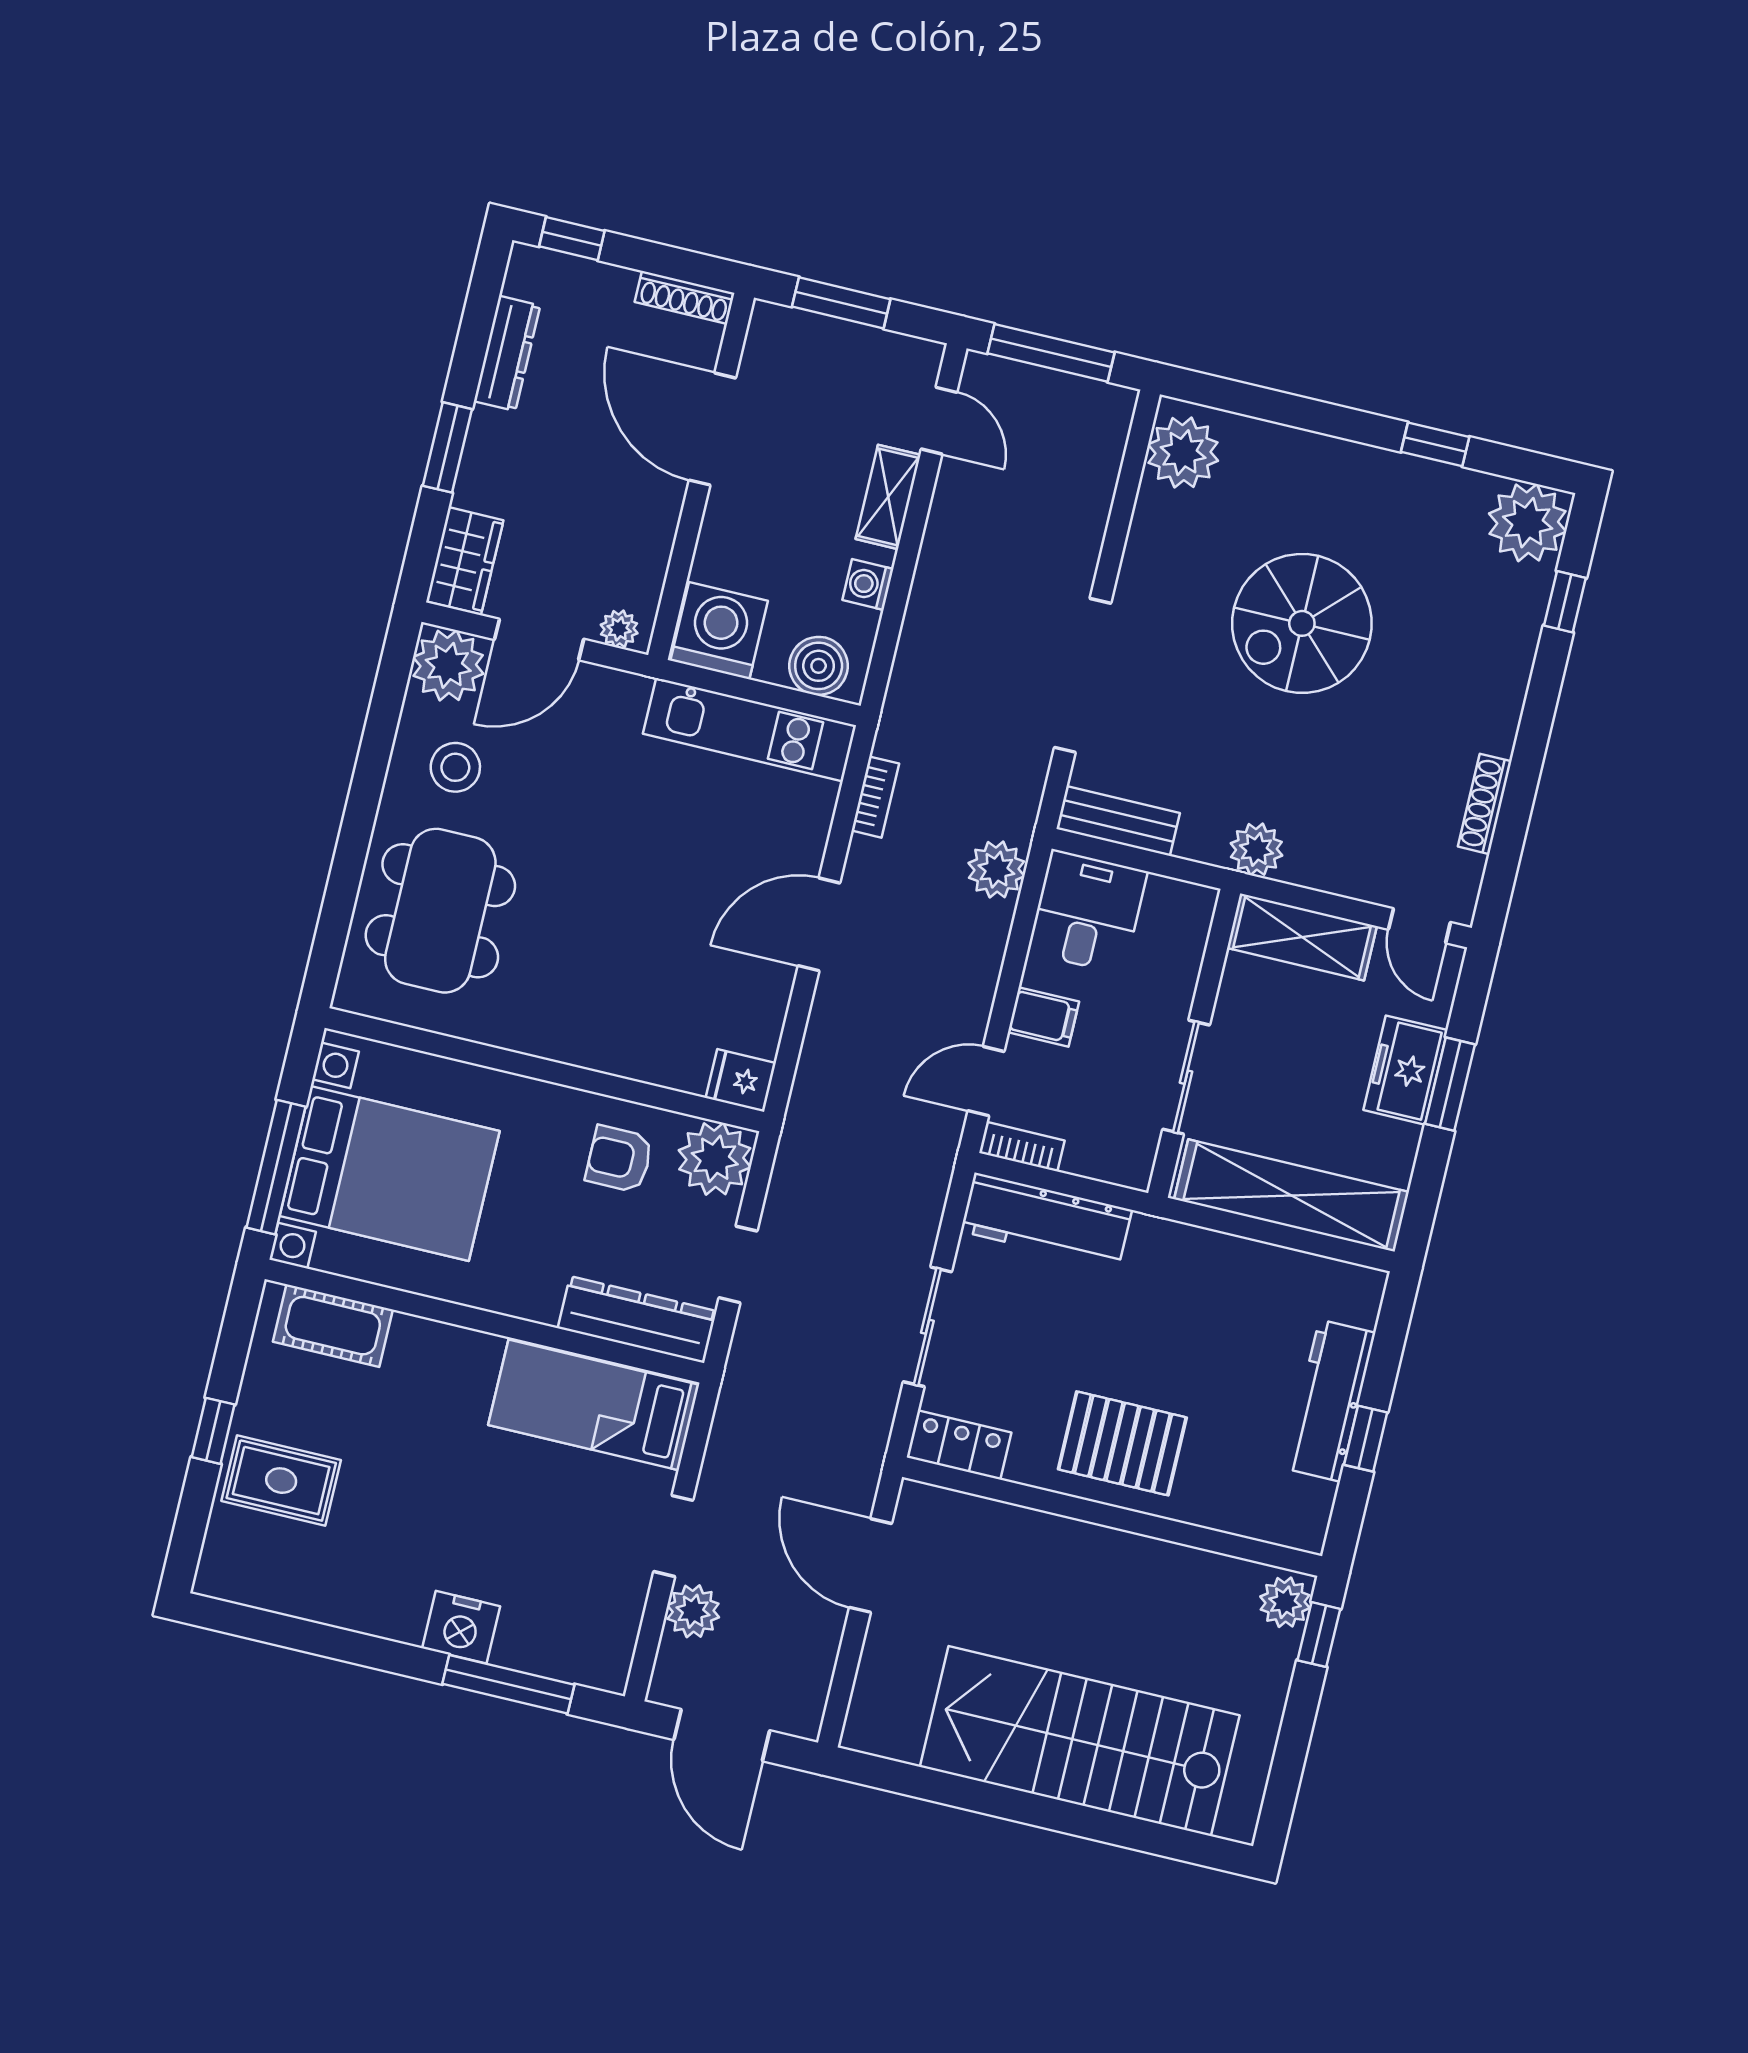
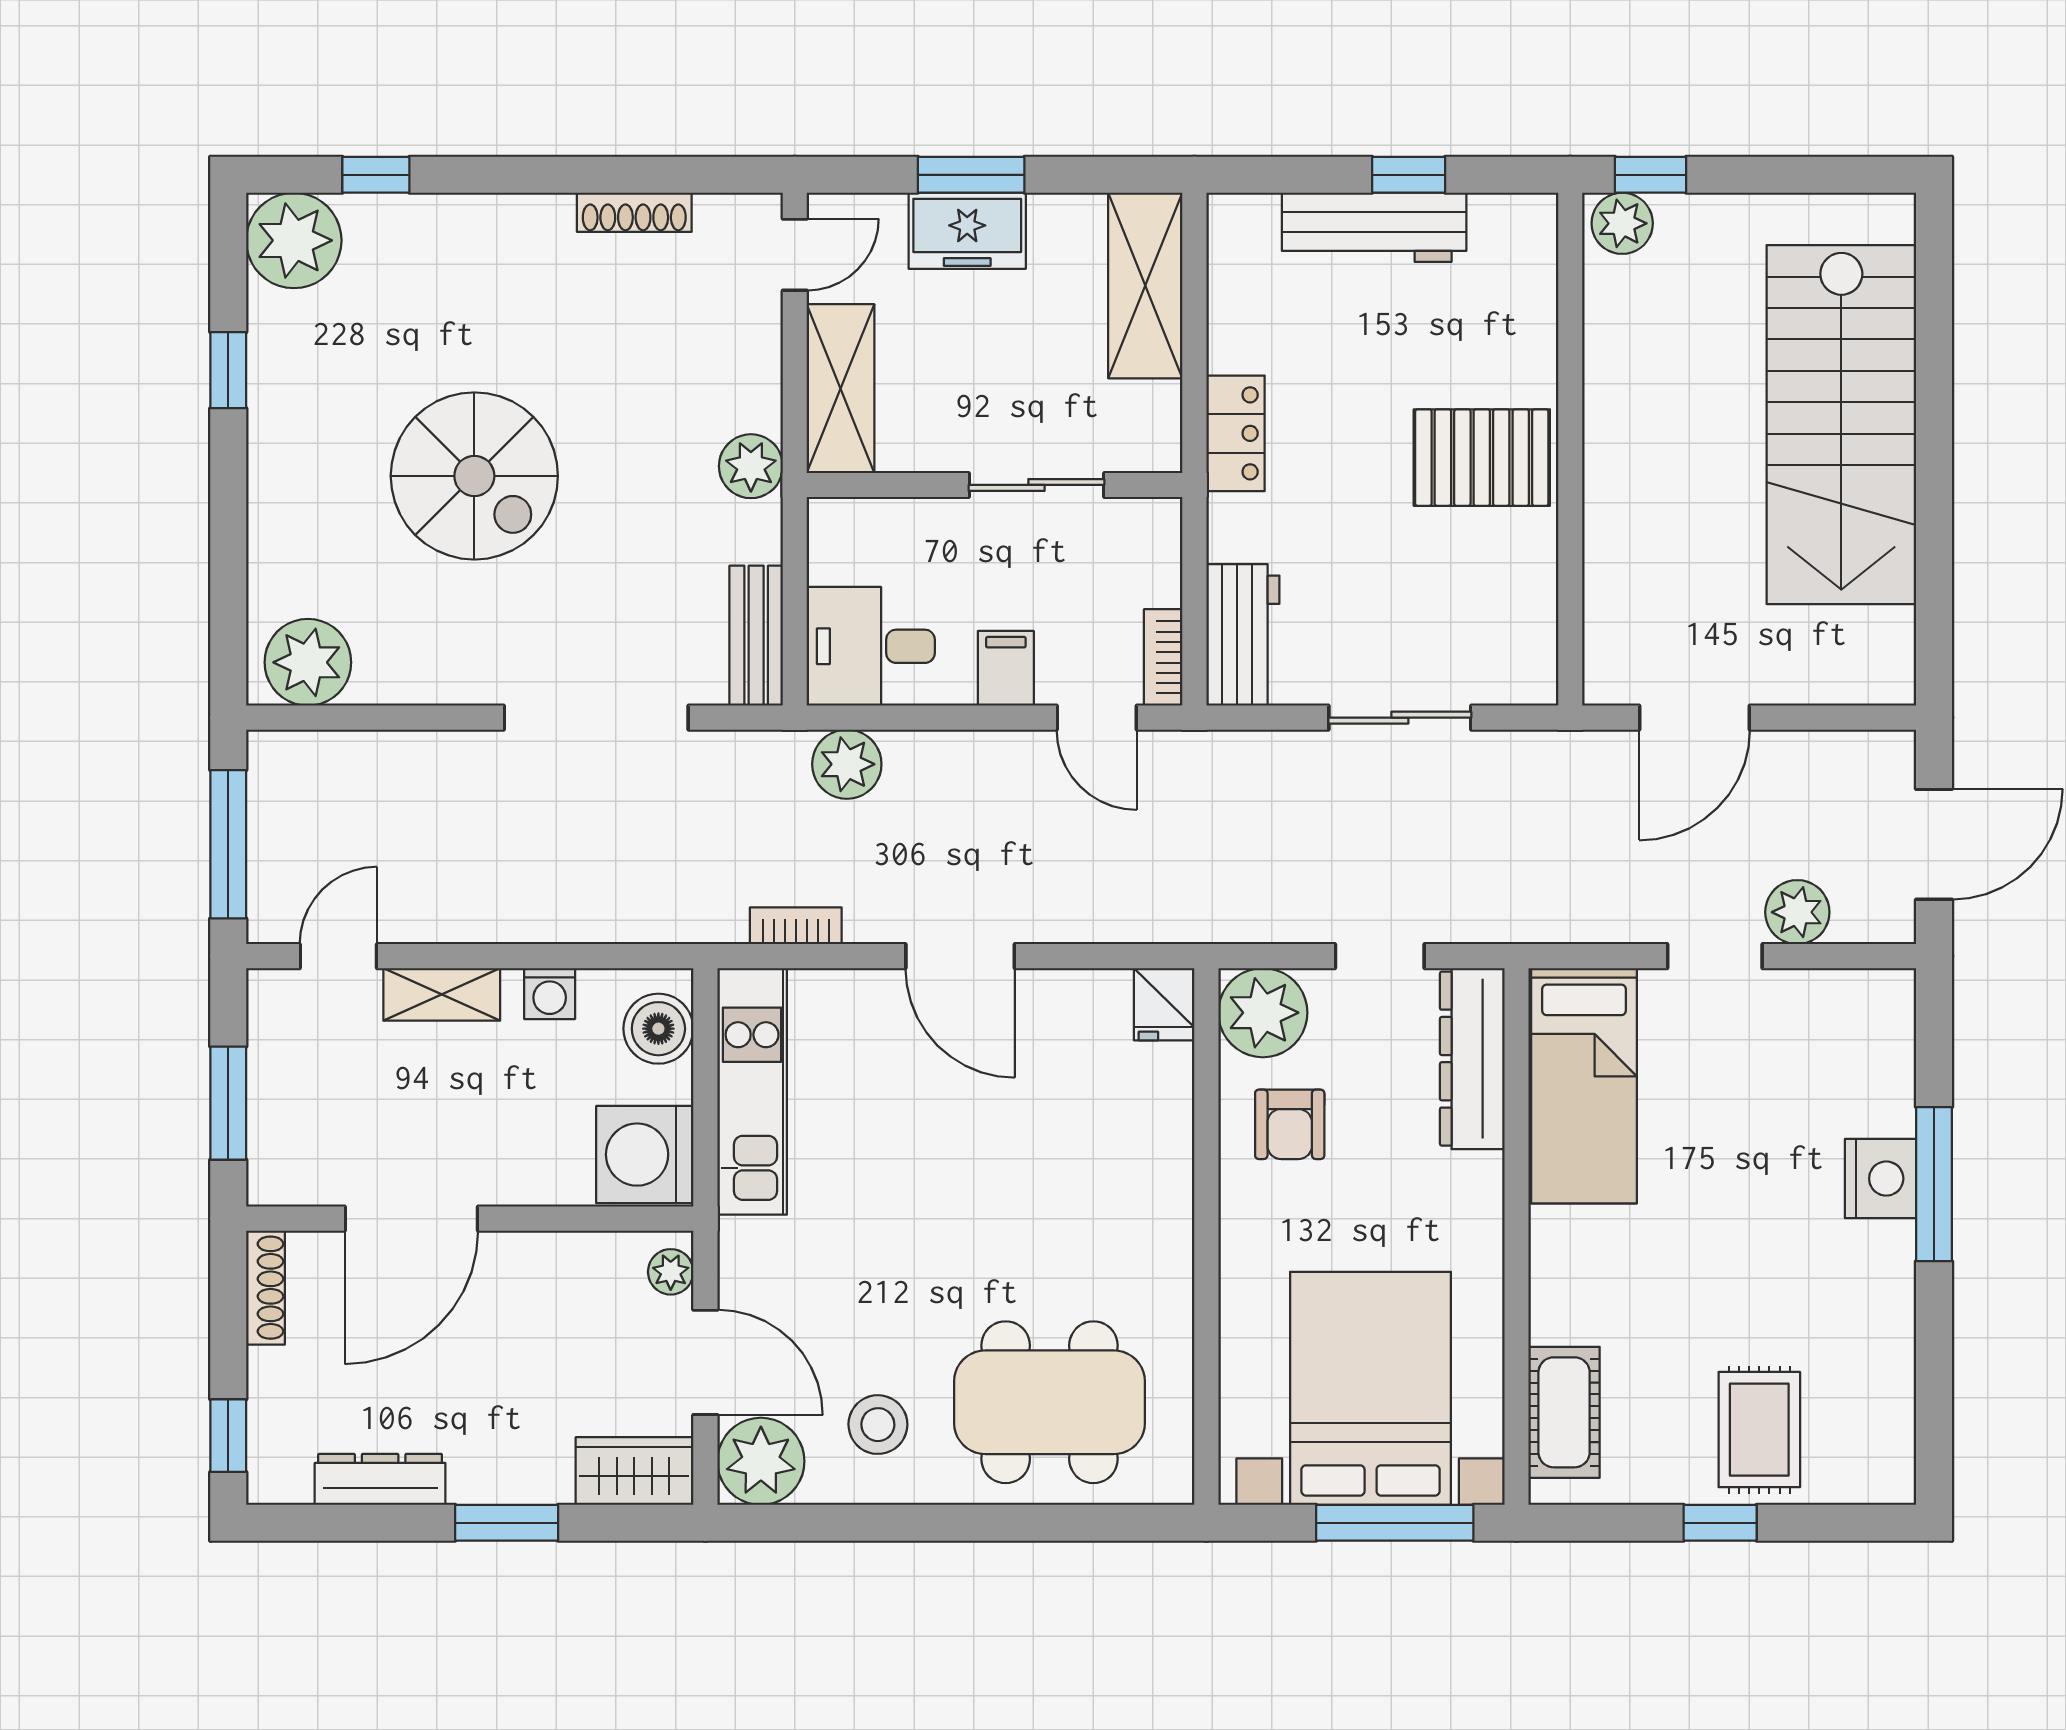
shelving: (1292, 1196) -> (1145, 286), width x0.68
workbench: (1046, 1221) -> (1243, 635), width x0.73
pallet: (1122, 1443) -> (1482, 458), turned 90
locker: (959, 1445) -> (1236, 433), moved, turned 180
window: (508, 1684) -> (1934, 1184), moved

